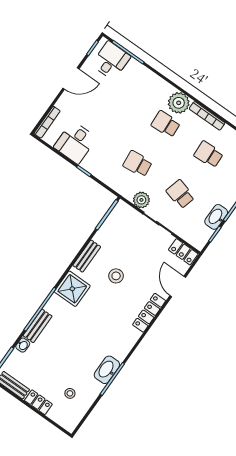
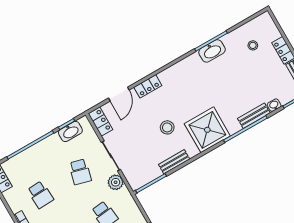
washbasin: (216, 217) -> (70, 131), moved
bench: (87, 256) -> (174, 162), moved
shower: (72, 289) -> (207, 130), width x1.37, depth x1.37
locker: (149, 313) -> (148, 86), width x0.66

